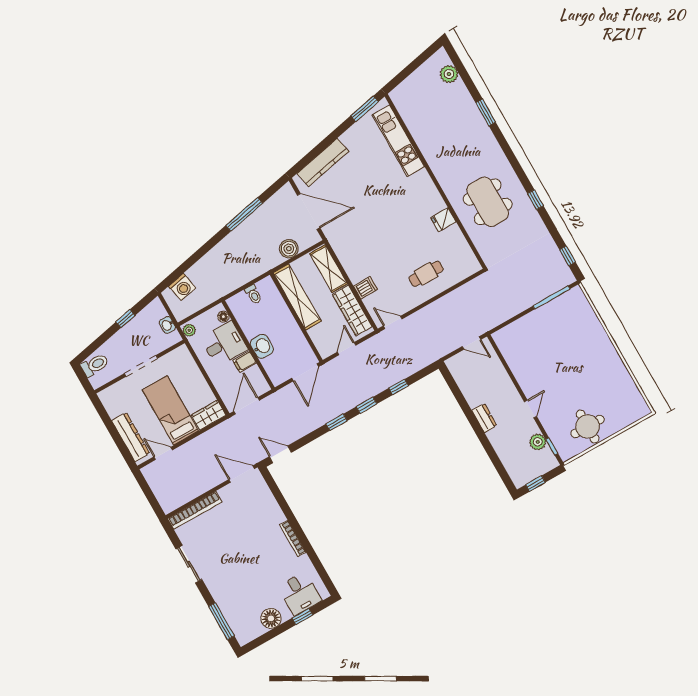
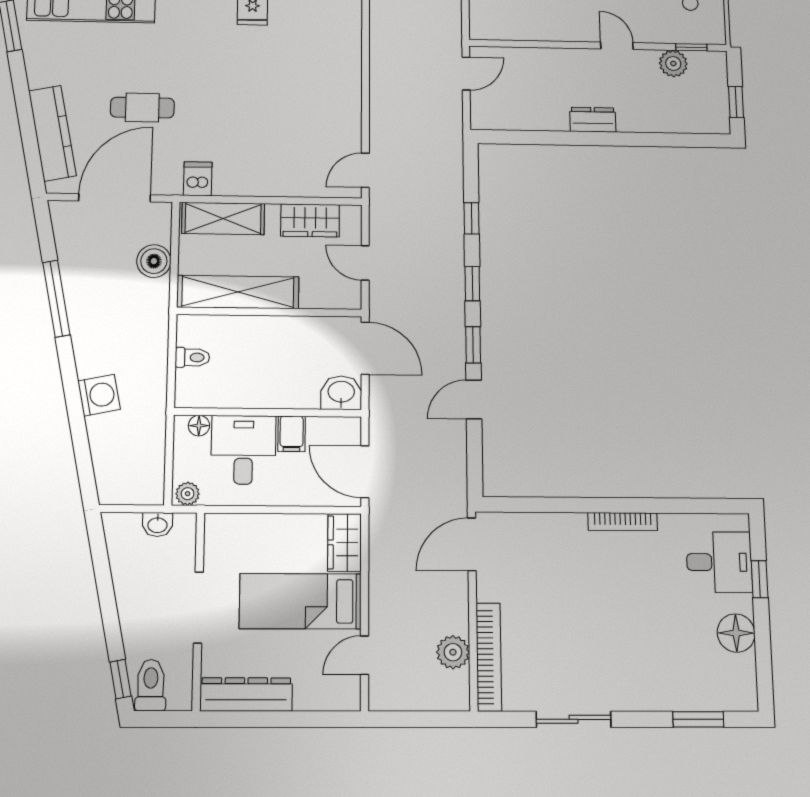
cafe table: (426, 274) -> (142, 108), moved, turned 90
washing machine: (182, 287) -> (99, 395), moved
dishwasher: (366, 288) -> (198, 179), moved
wardrobe: (352, 310) -> (310, 220), width x0.67
window: (125, 319) -> (121, 679), moved
washbasin: (262, 346) -> (341, 393), moved
dresser: (131, 437) -> (246, 694), moved
door: (280, 454) -> (474, 400), moved
plant: (187, 493) -> (453, 652), added
window: (221, 621) -> (698, 719), width x0.69

